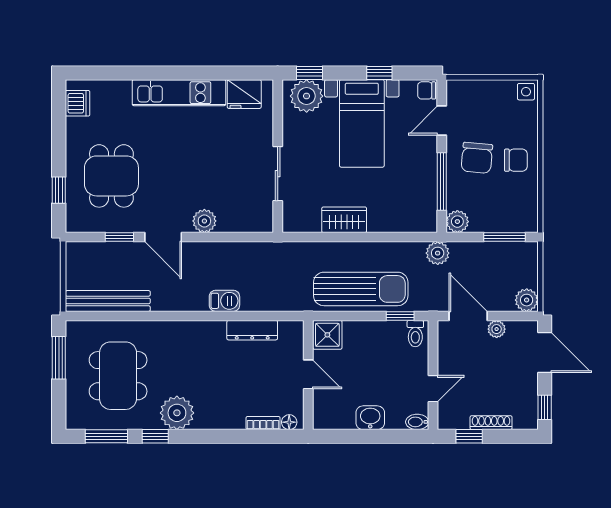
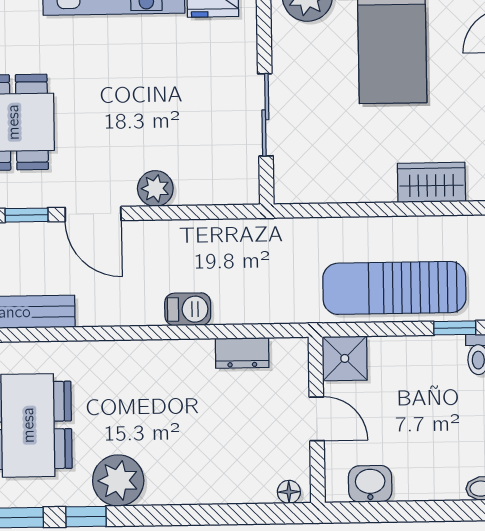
wardrobe: (344, 220) -> (431, 182), moved
sun lounger: (361, 289) -> (394, 288), turned 180
dresser: (252, 330) -> (242, 353), width x0.70
washbasin: (370, 418) -> (370, 484), moved
bookcase: (263, 423) -> (249, 494), removed

